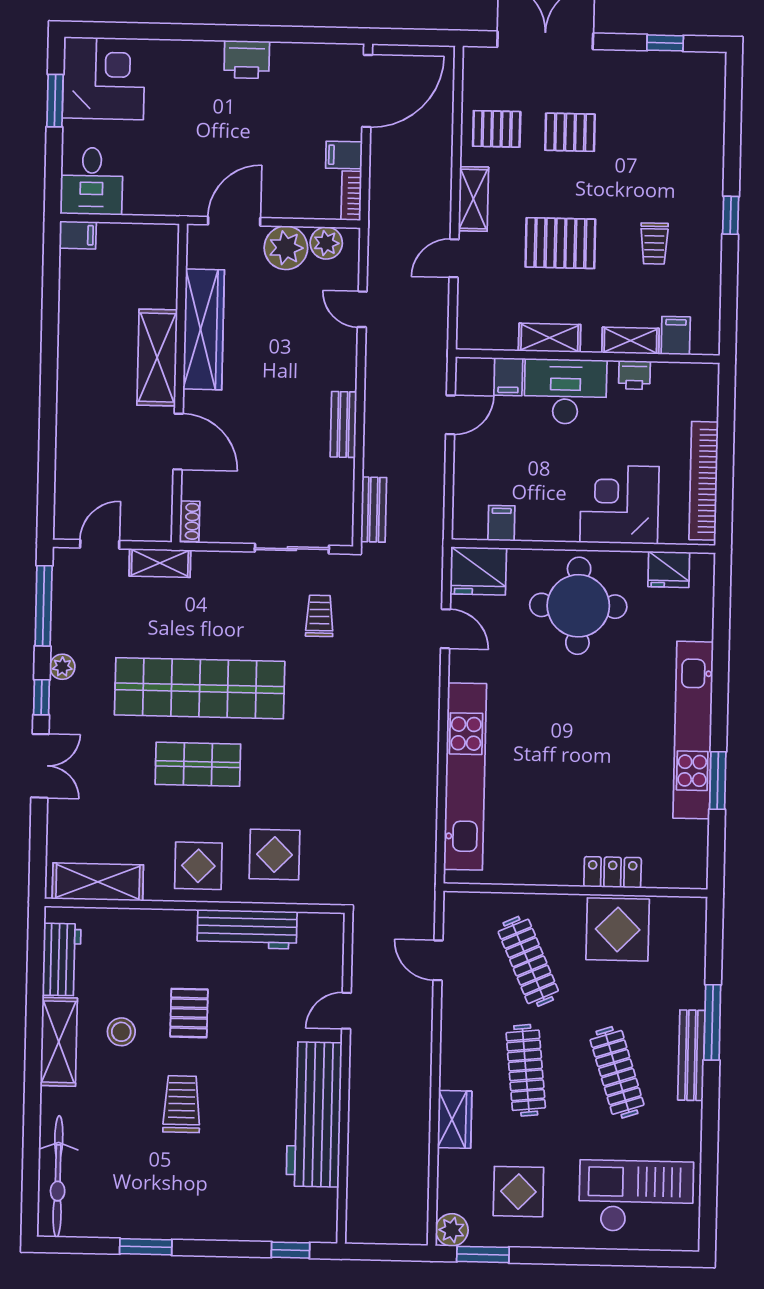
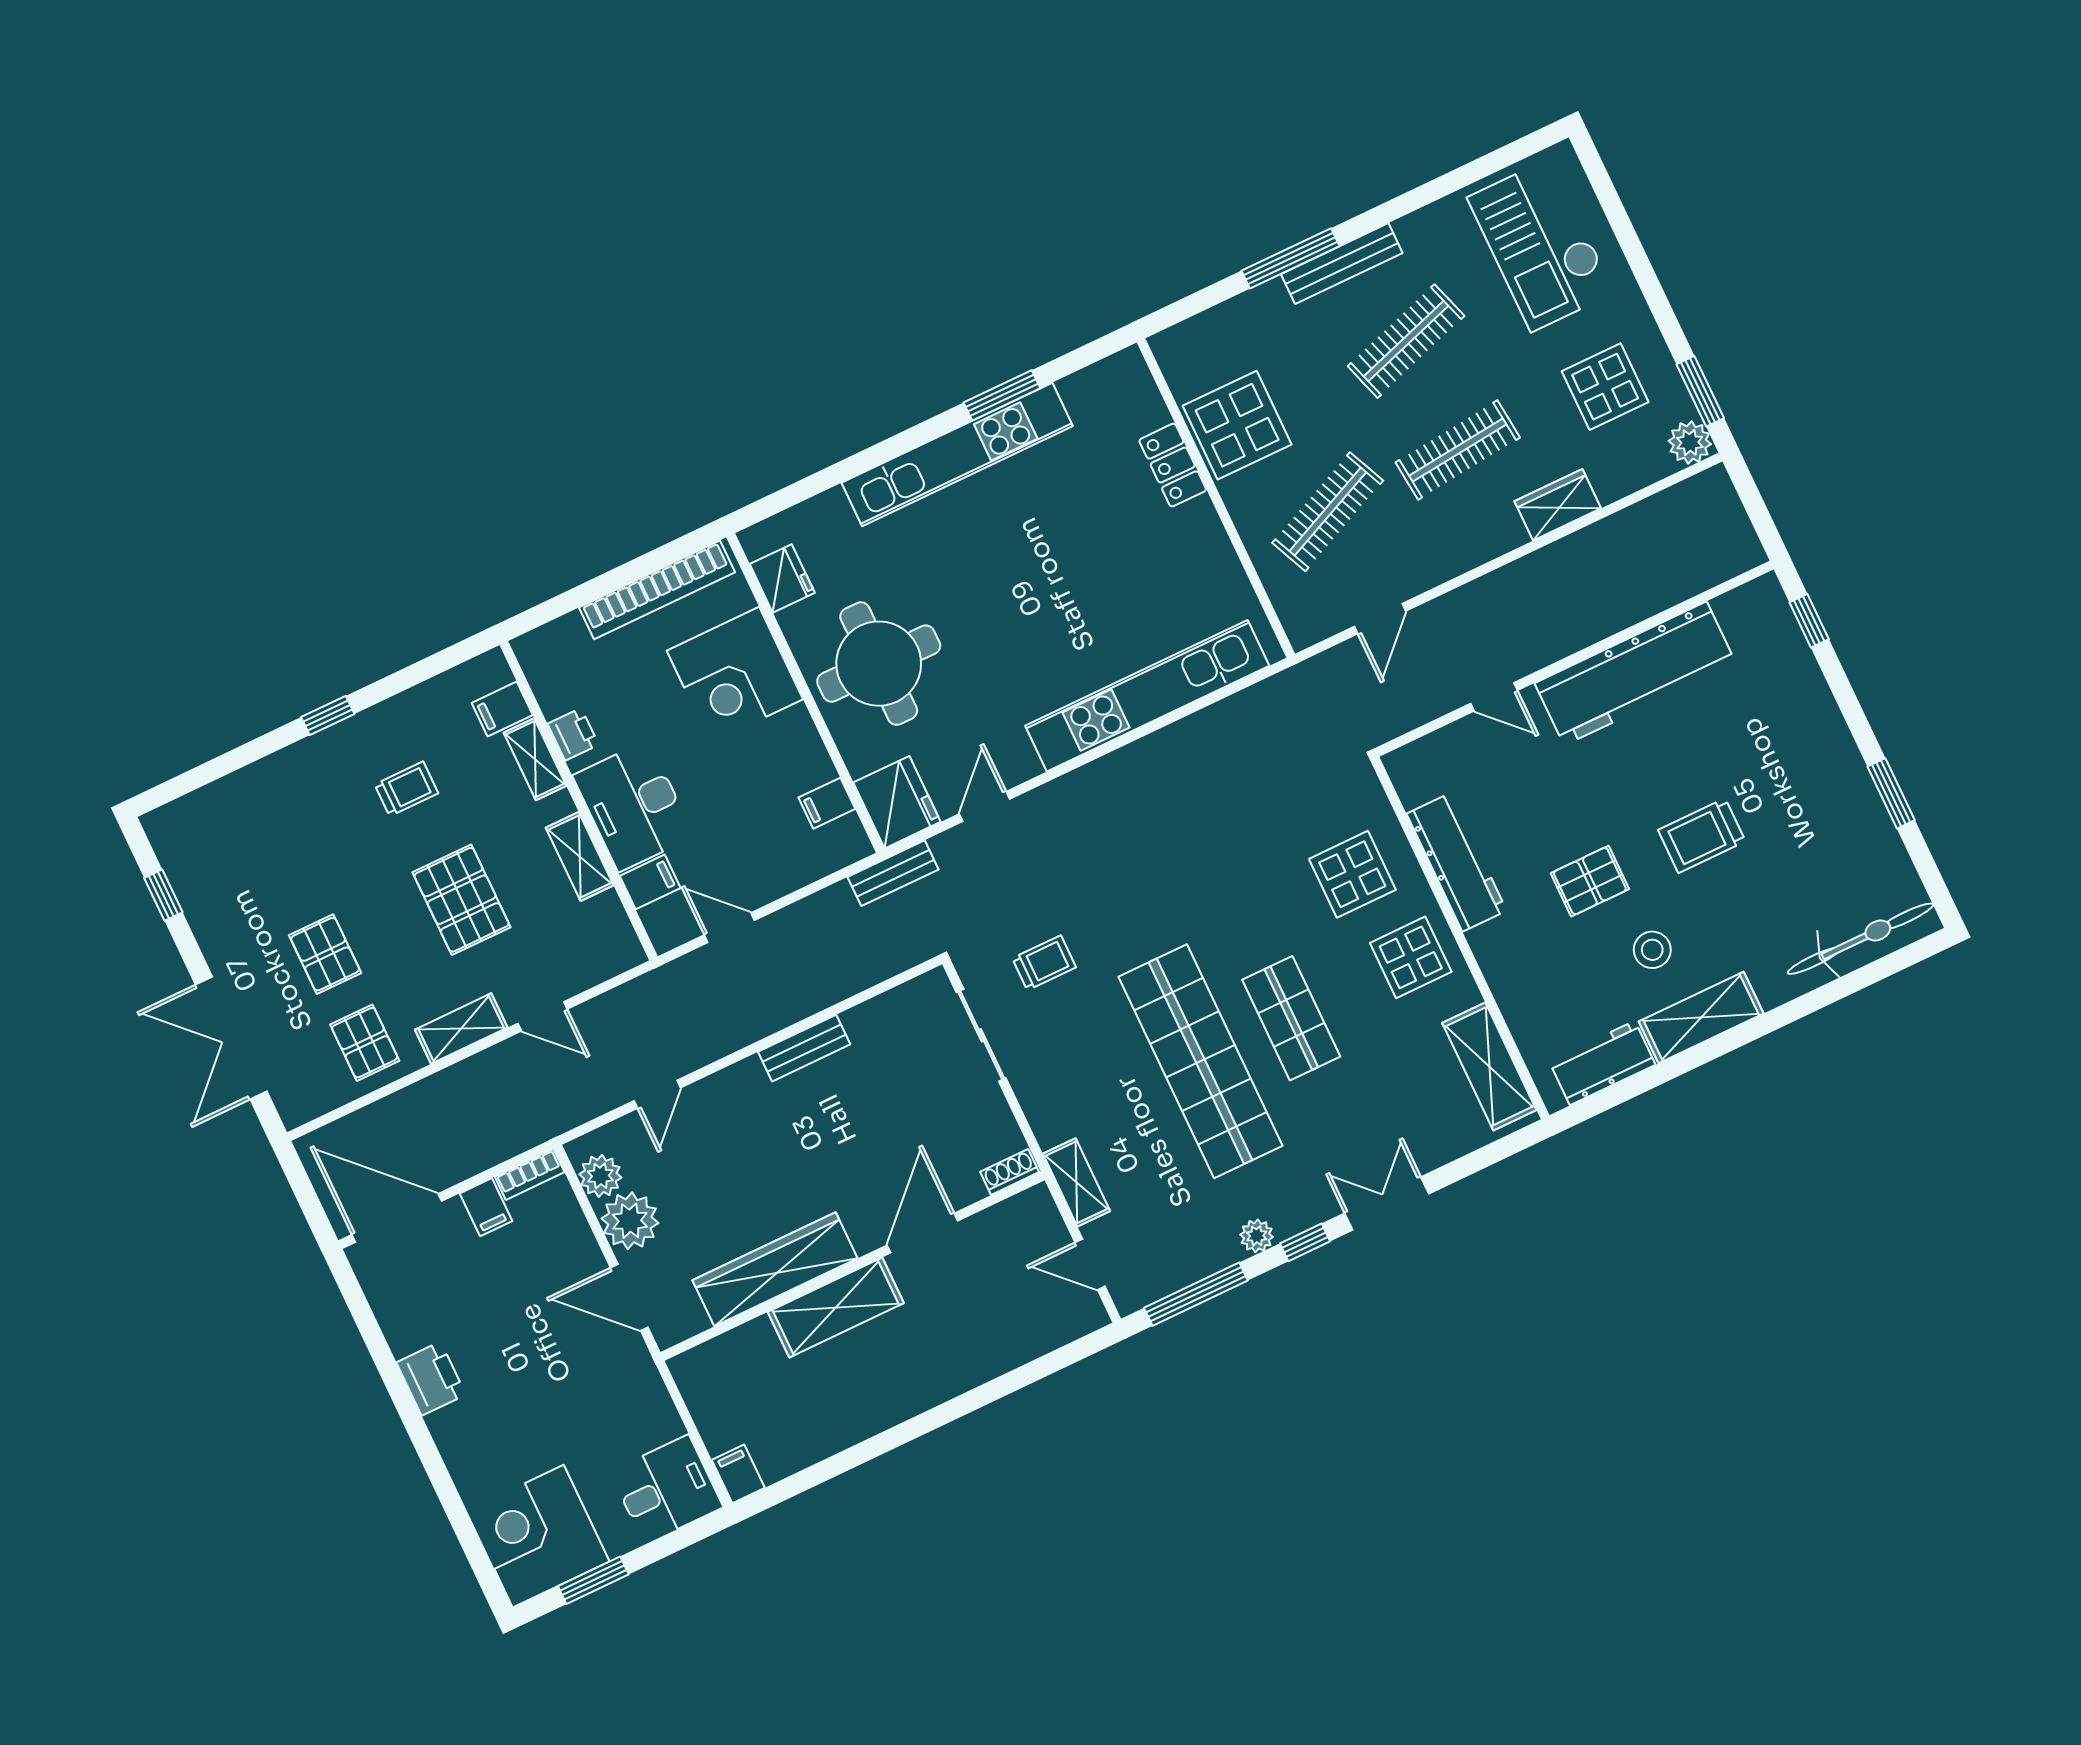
bench: (374, 510) -> (893, 873), moved
trolley: (319, 616) -> (1044, 963), turned 180

